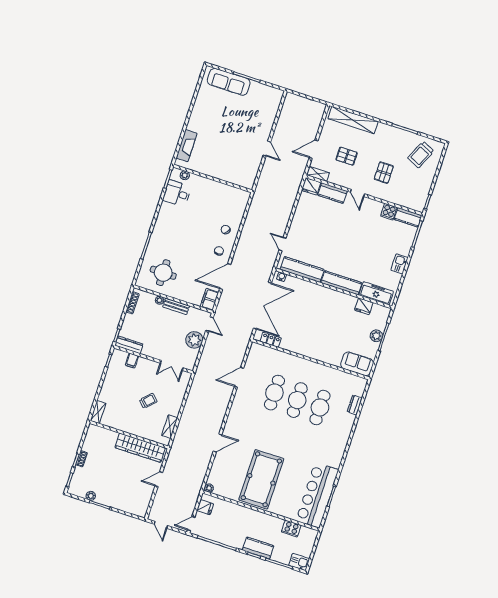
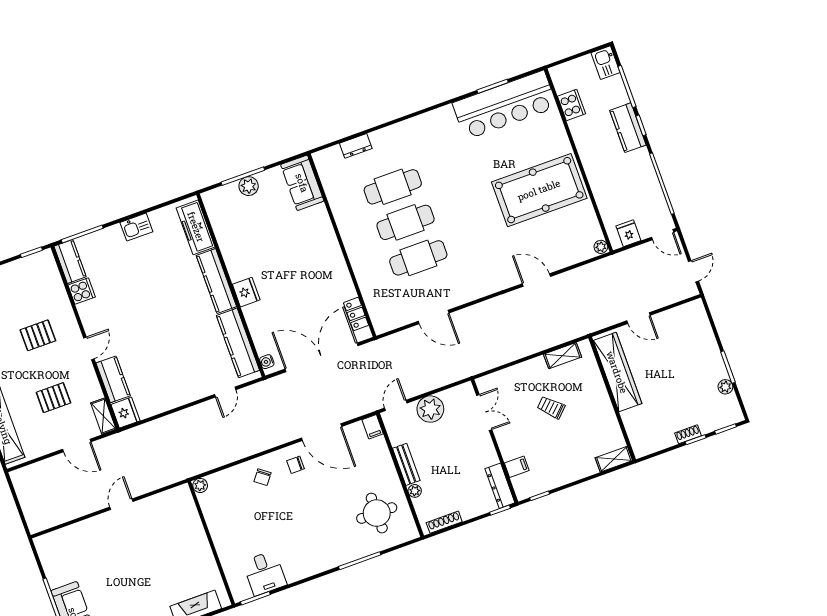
pallet: (347, 156) -> (53, 398), turned 90
plant: (185, 175) -> (200, 485), moved
filing cabinet: (209, 300) -> (373, 427), width x0.50
fridge: (364, 306) -> (246, 292), moved

